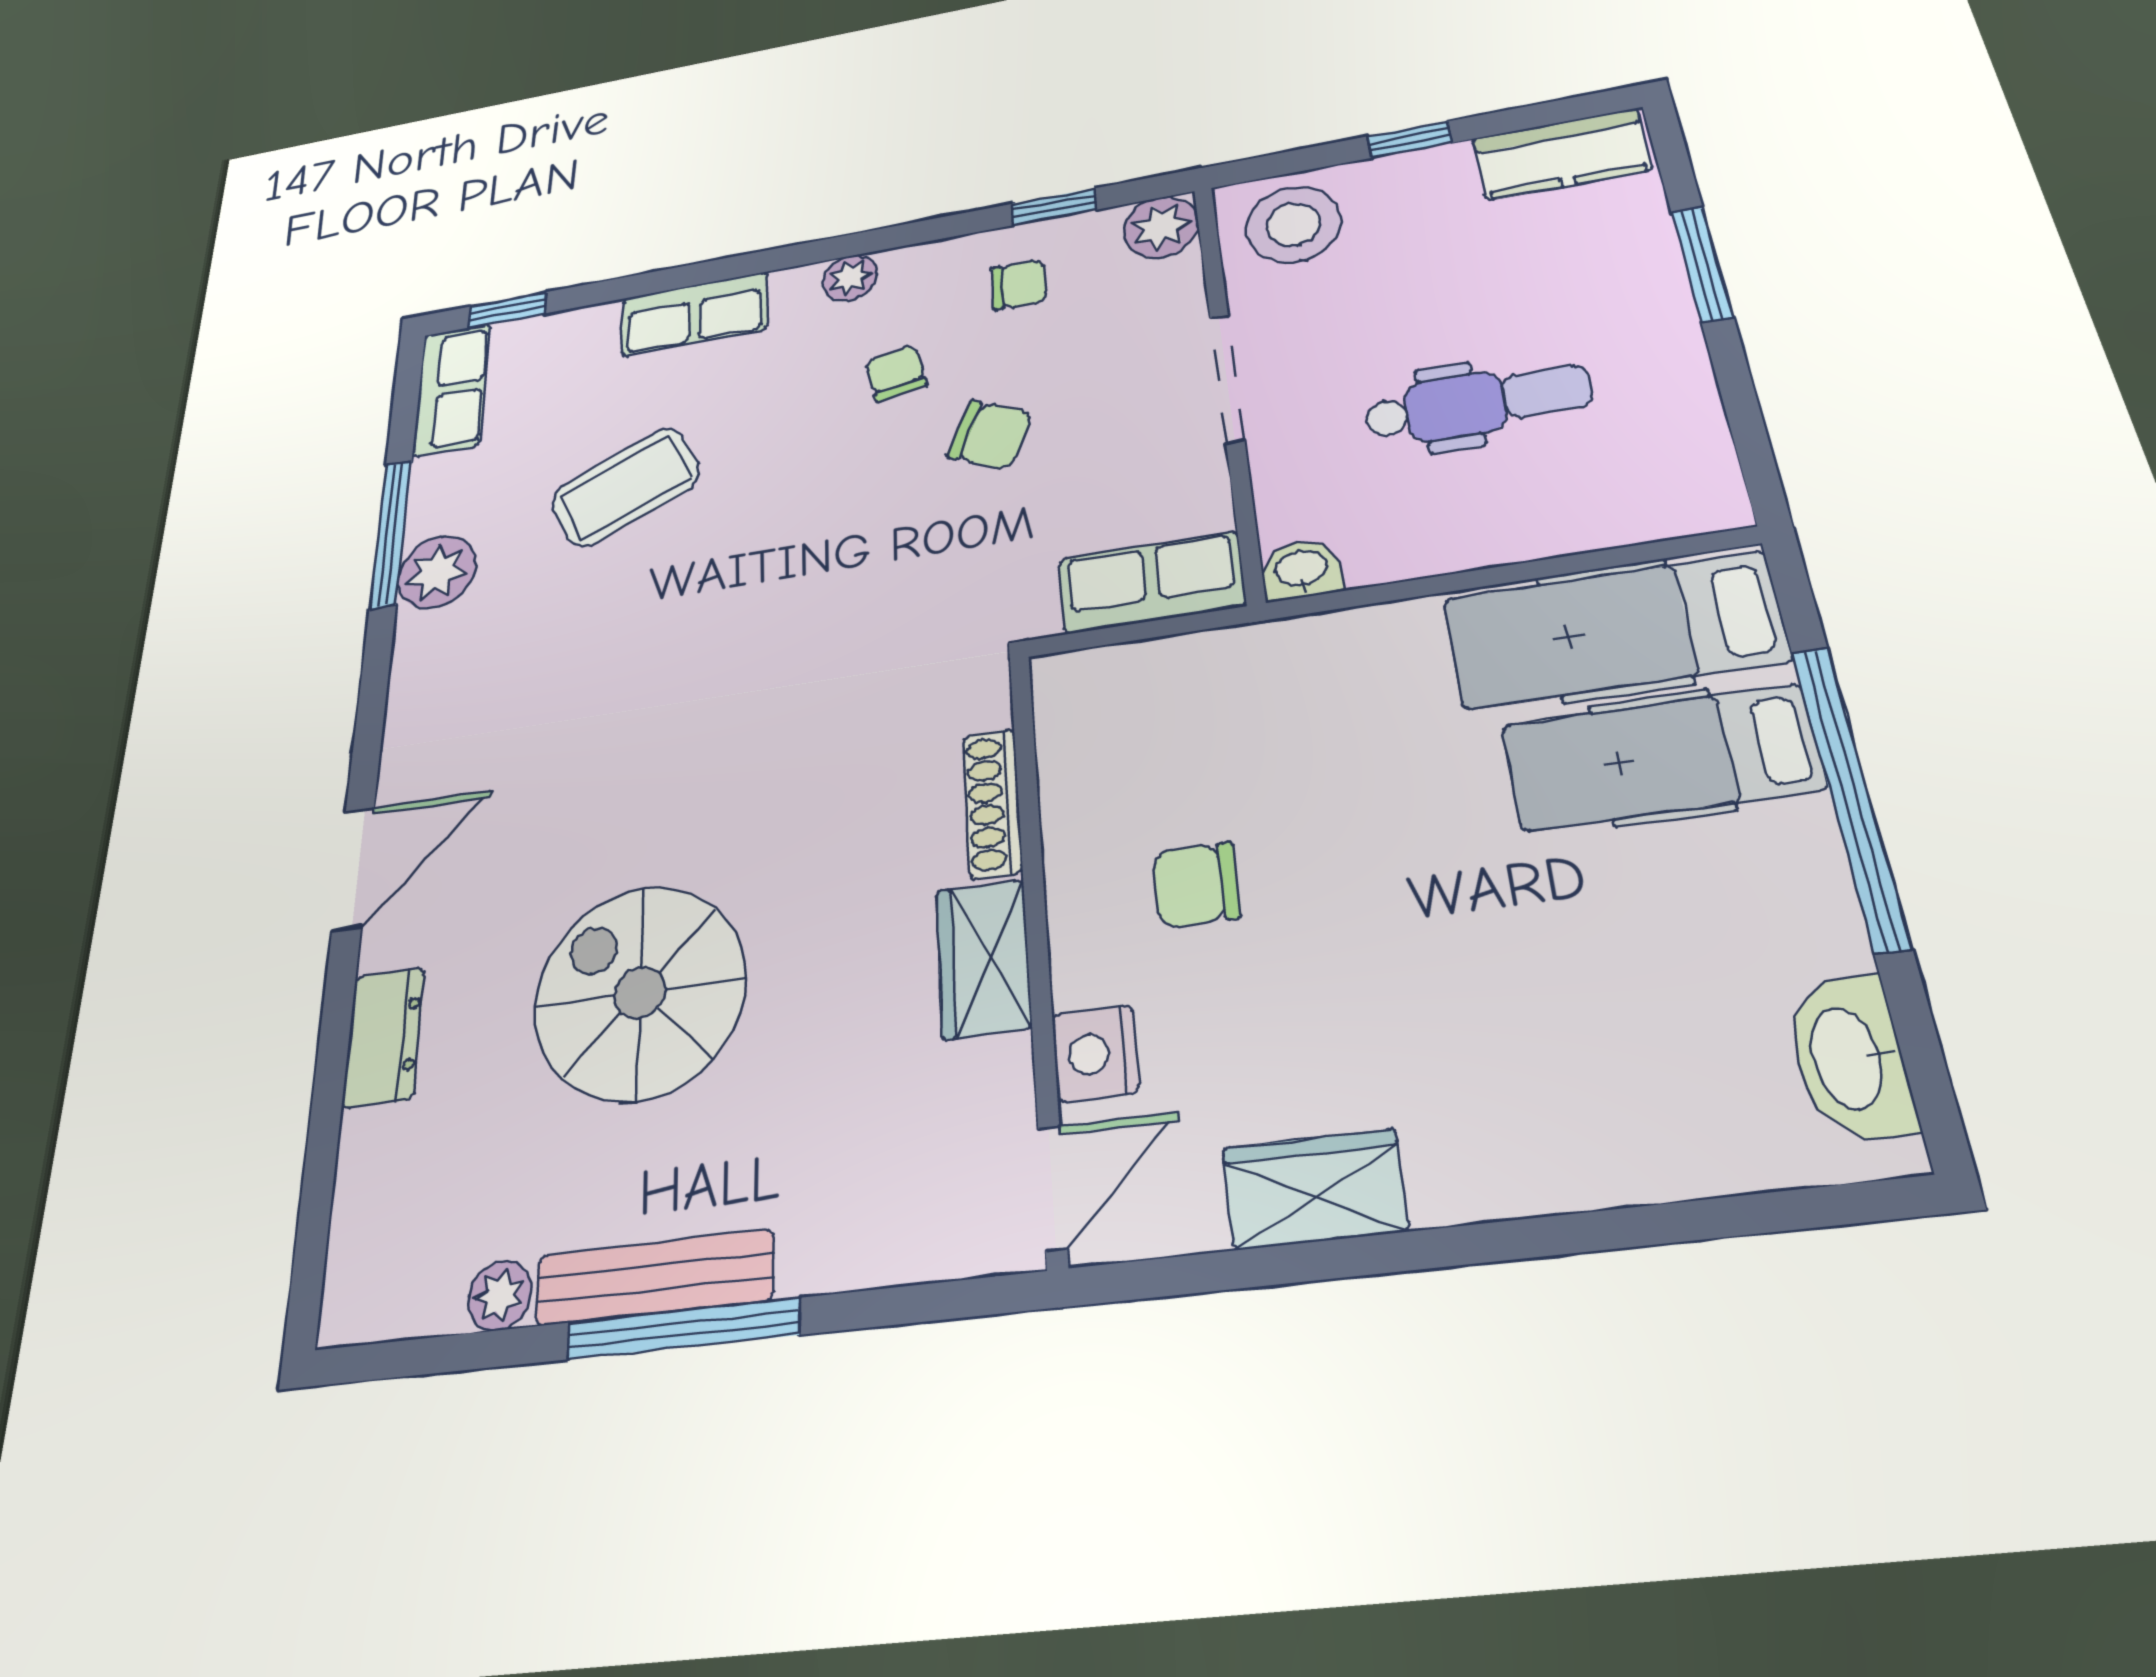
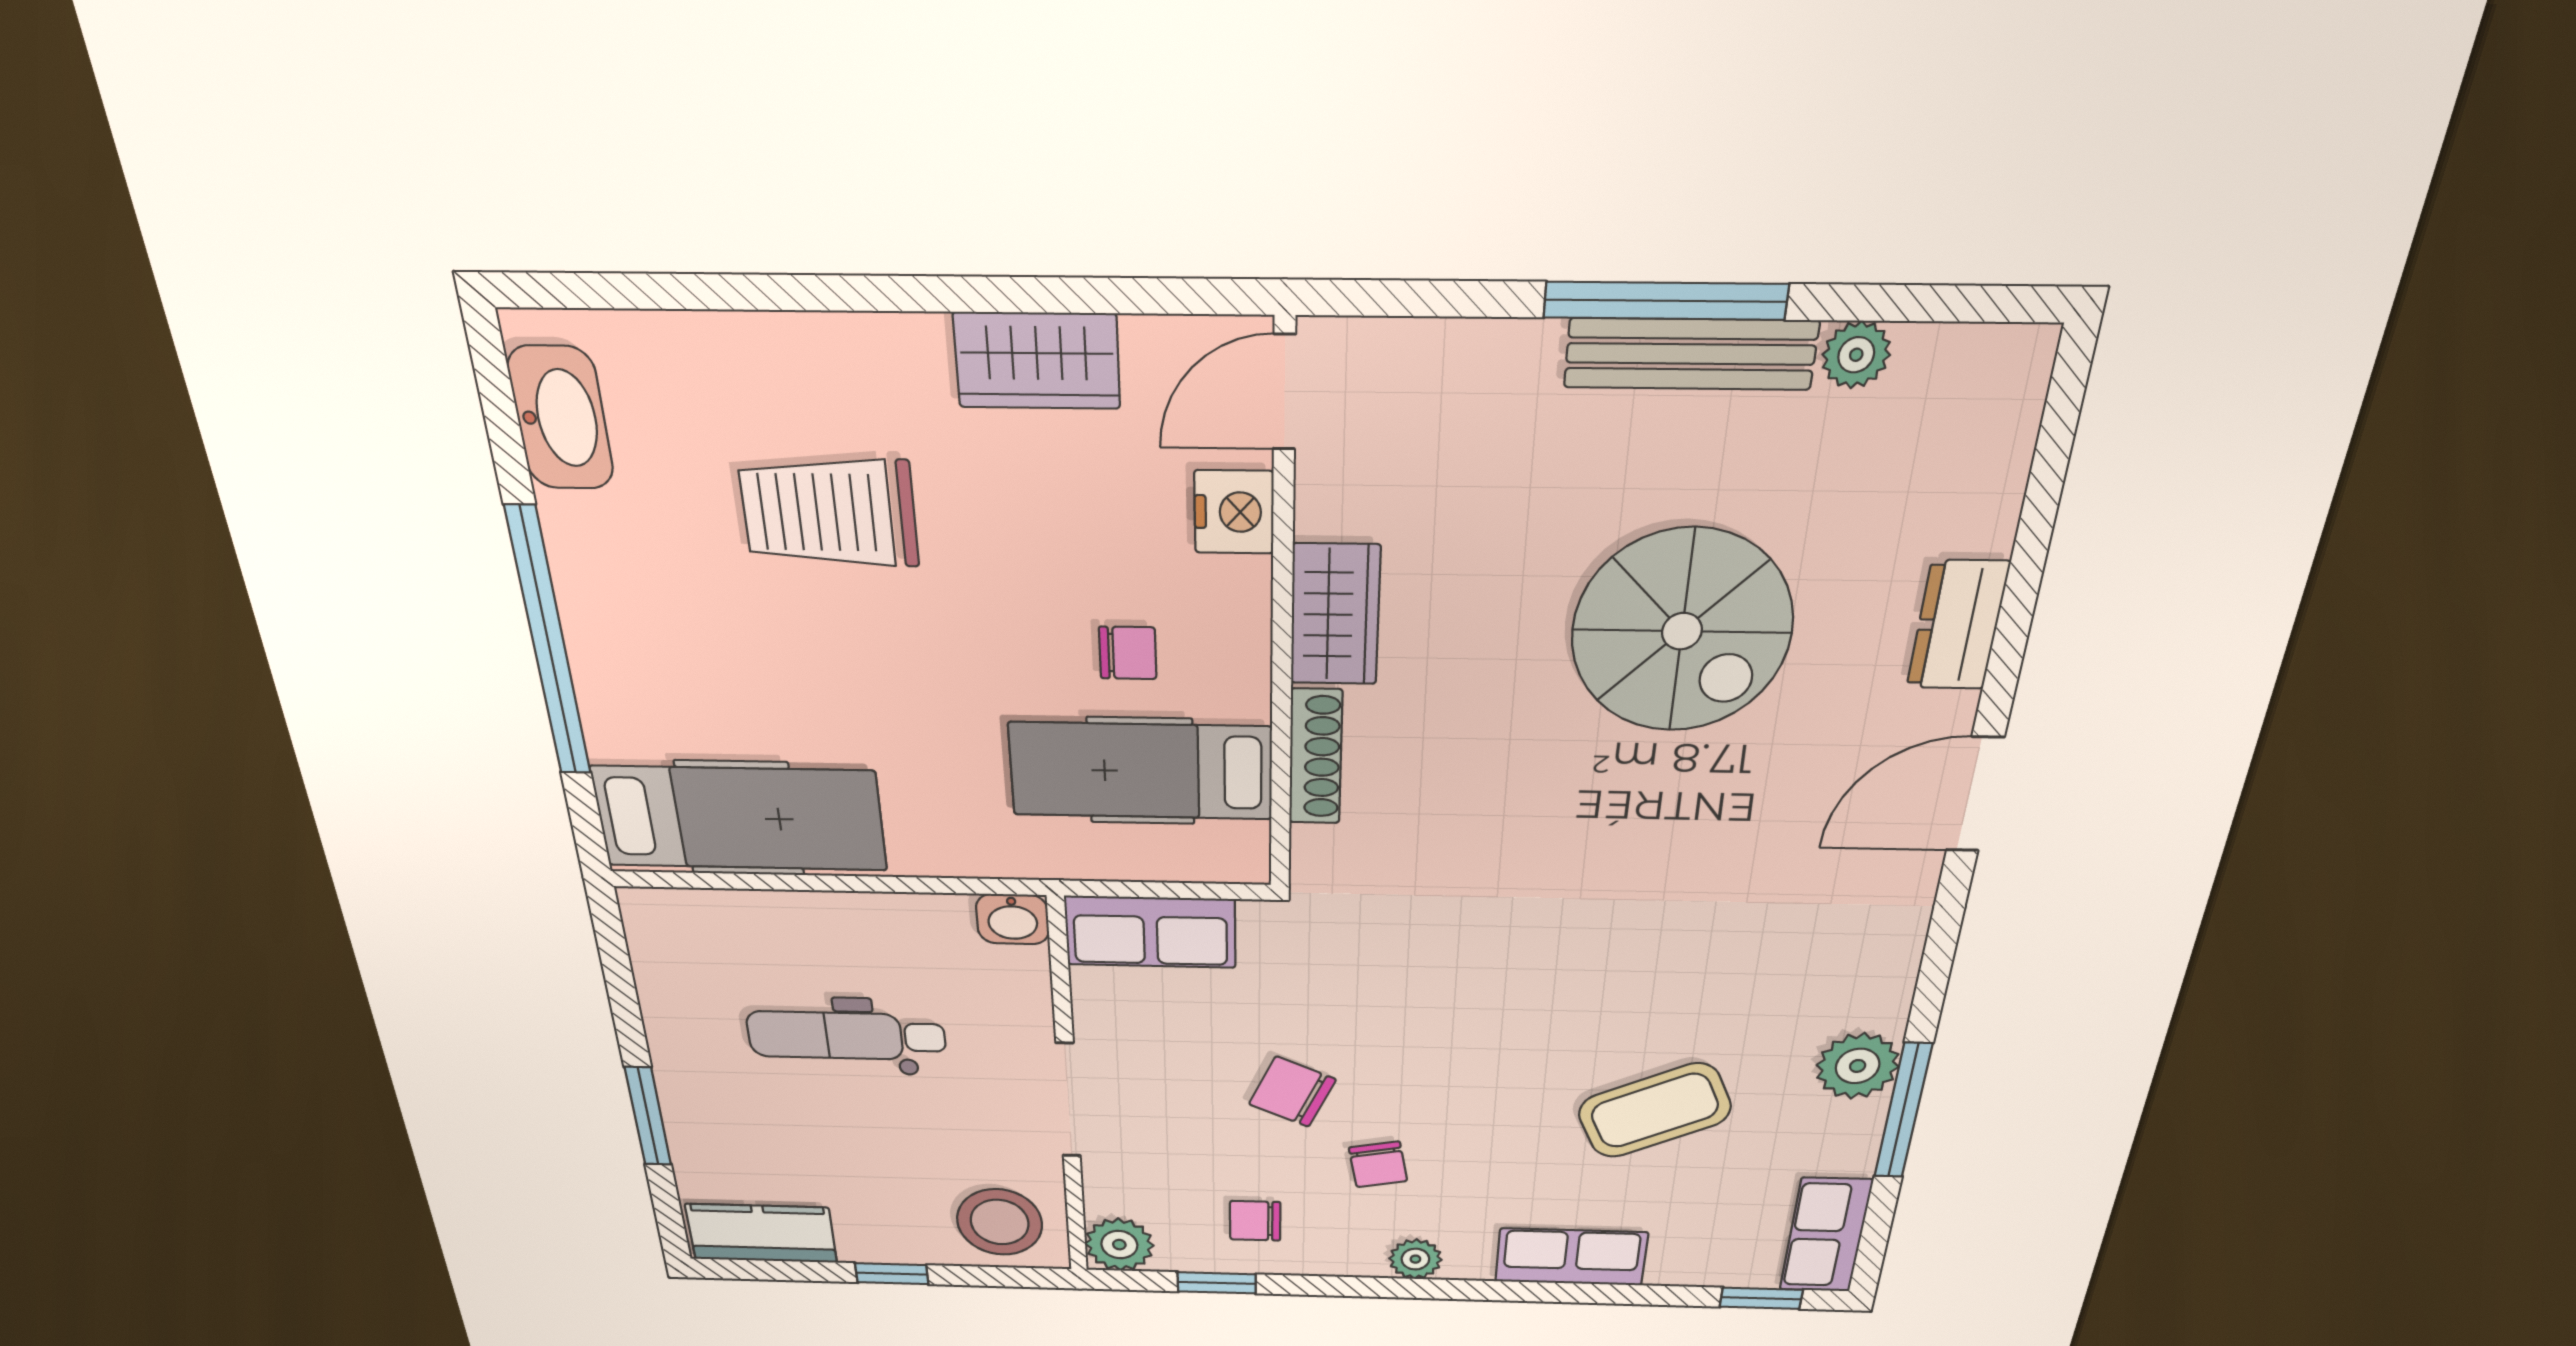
hospital bed: (1661, 757) -> (1141, 771), moved, turned 180
chair: (1196, 885) -> (1128, 653), width x0.73, depth x0.73
trolley: (1533, 992) -> (829, 513), added

